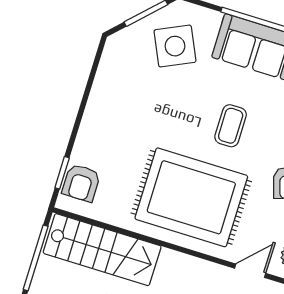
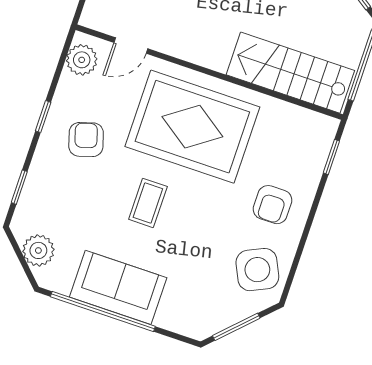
side table: (175, 46) -> (257, 270), moved
armchair: (81, 183) -> (272, 205), moved, turned 180

